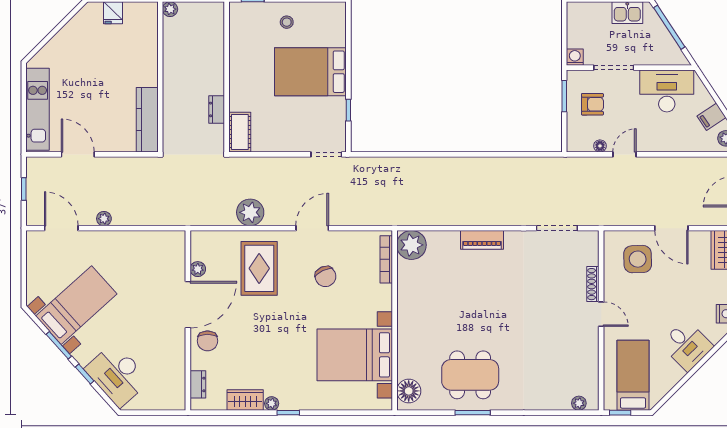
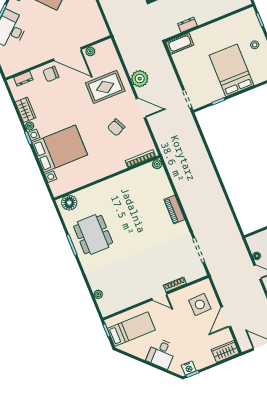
plant: (250, 212) -> (140, 79), moved
plant: (411, 245) -> (157, 164), width x0.53, depth x0.53
door: (601, 314) -> (159, 296), hinge flipped
bed with nightstands: (355, 355) -> (60, 149), moved, turned 90
plant: (579, 403) -> (98, 294), moved

